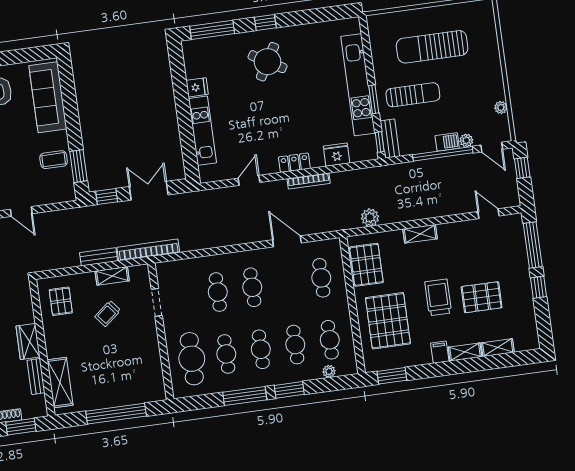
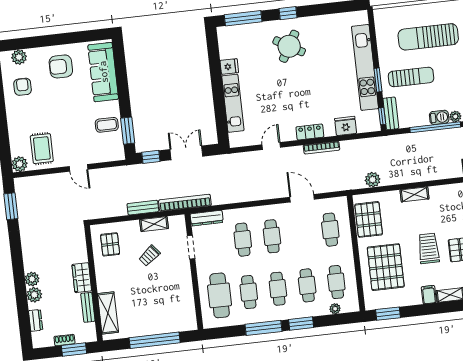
dresser: (174, 268) -> (207, 218), added

